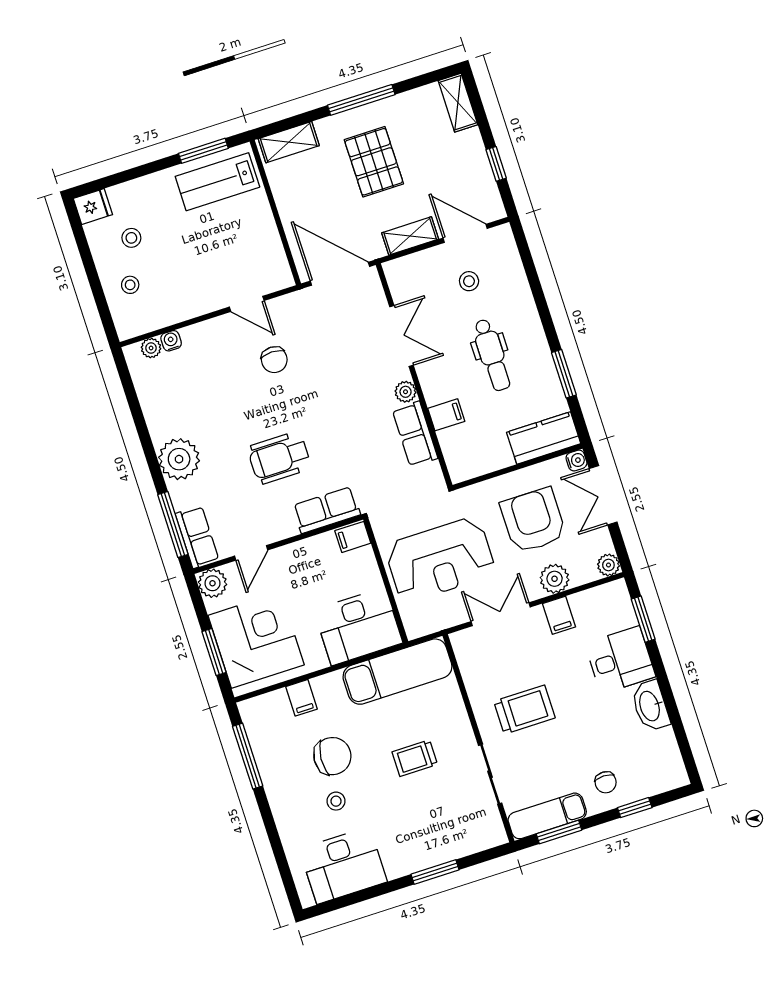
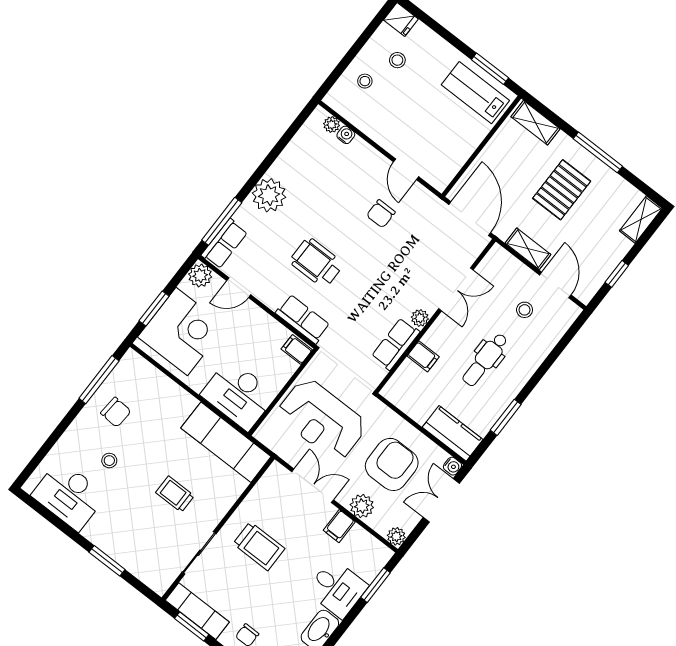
filing cabinet: (302, 698) -> (164, 389), removed
chair: (332, 756) -> (116, 412), moved, width x0.73, depth x0.73

